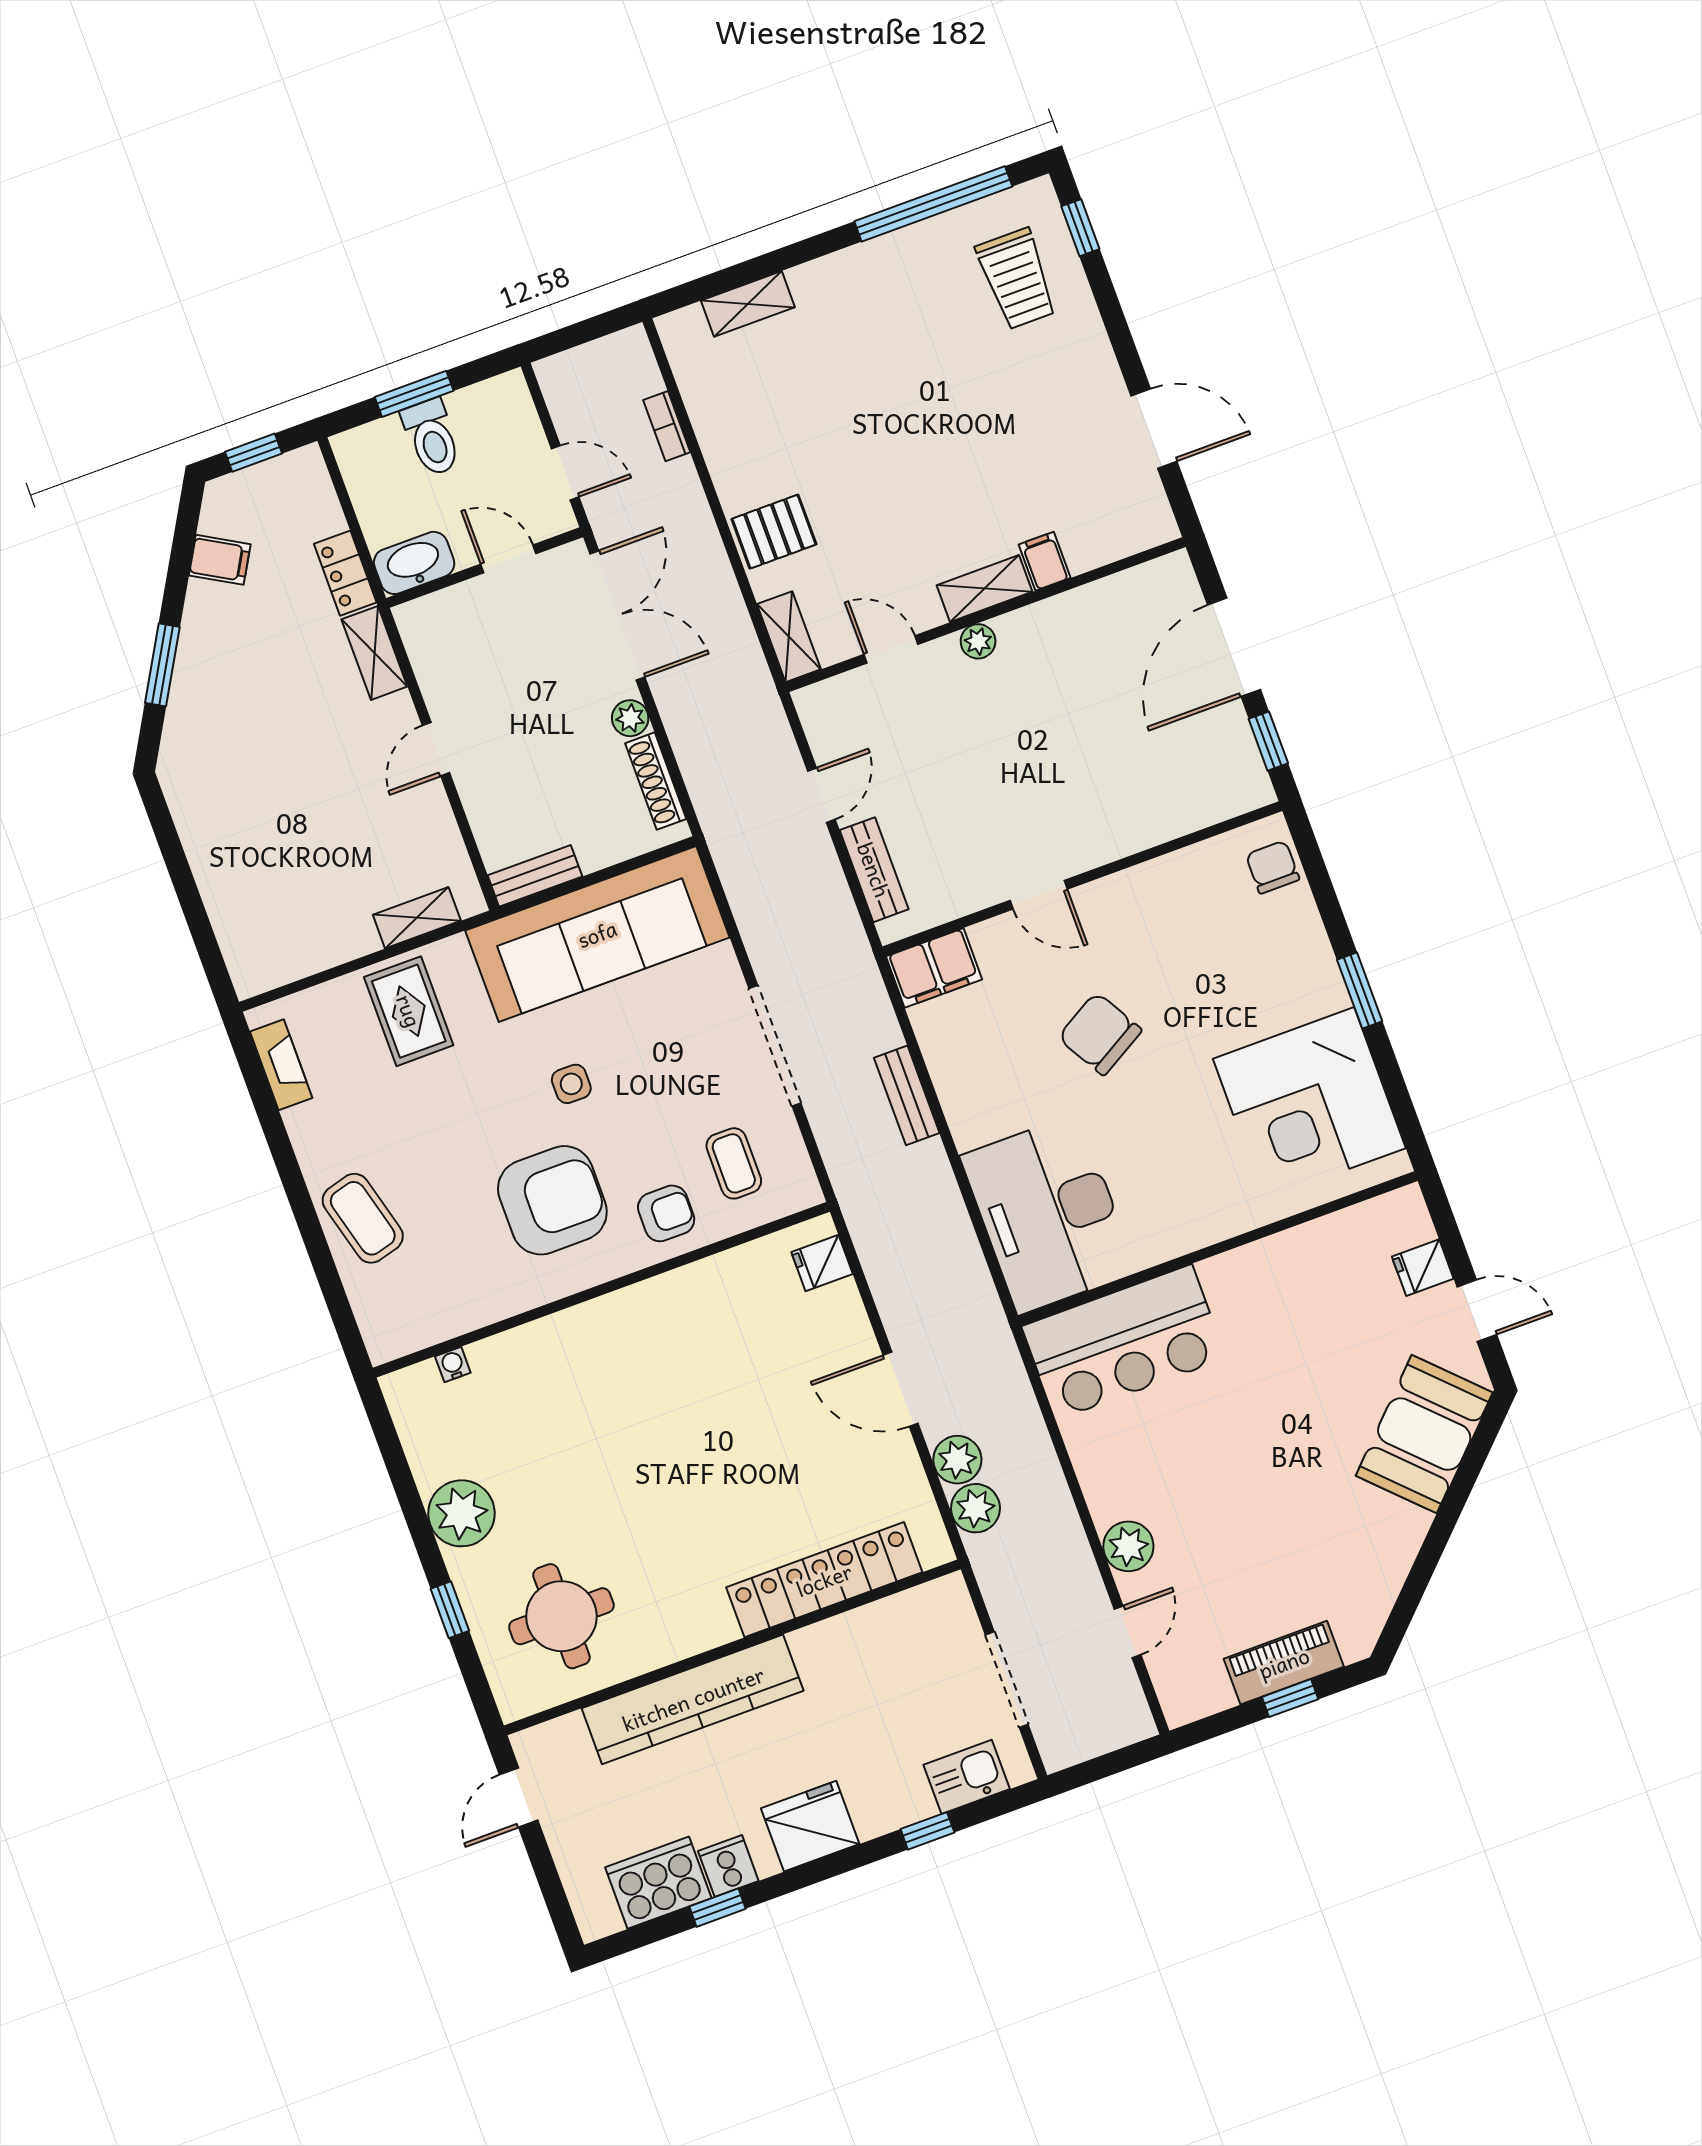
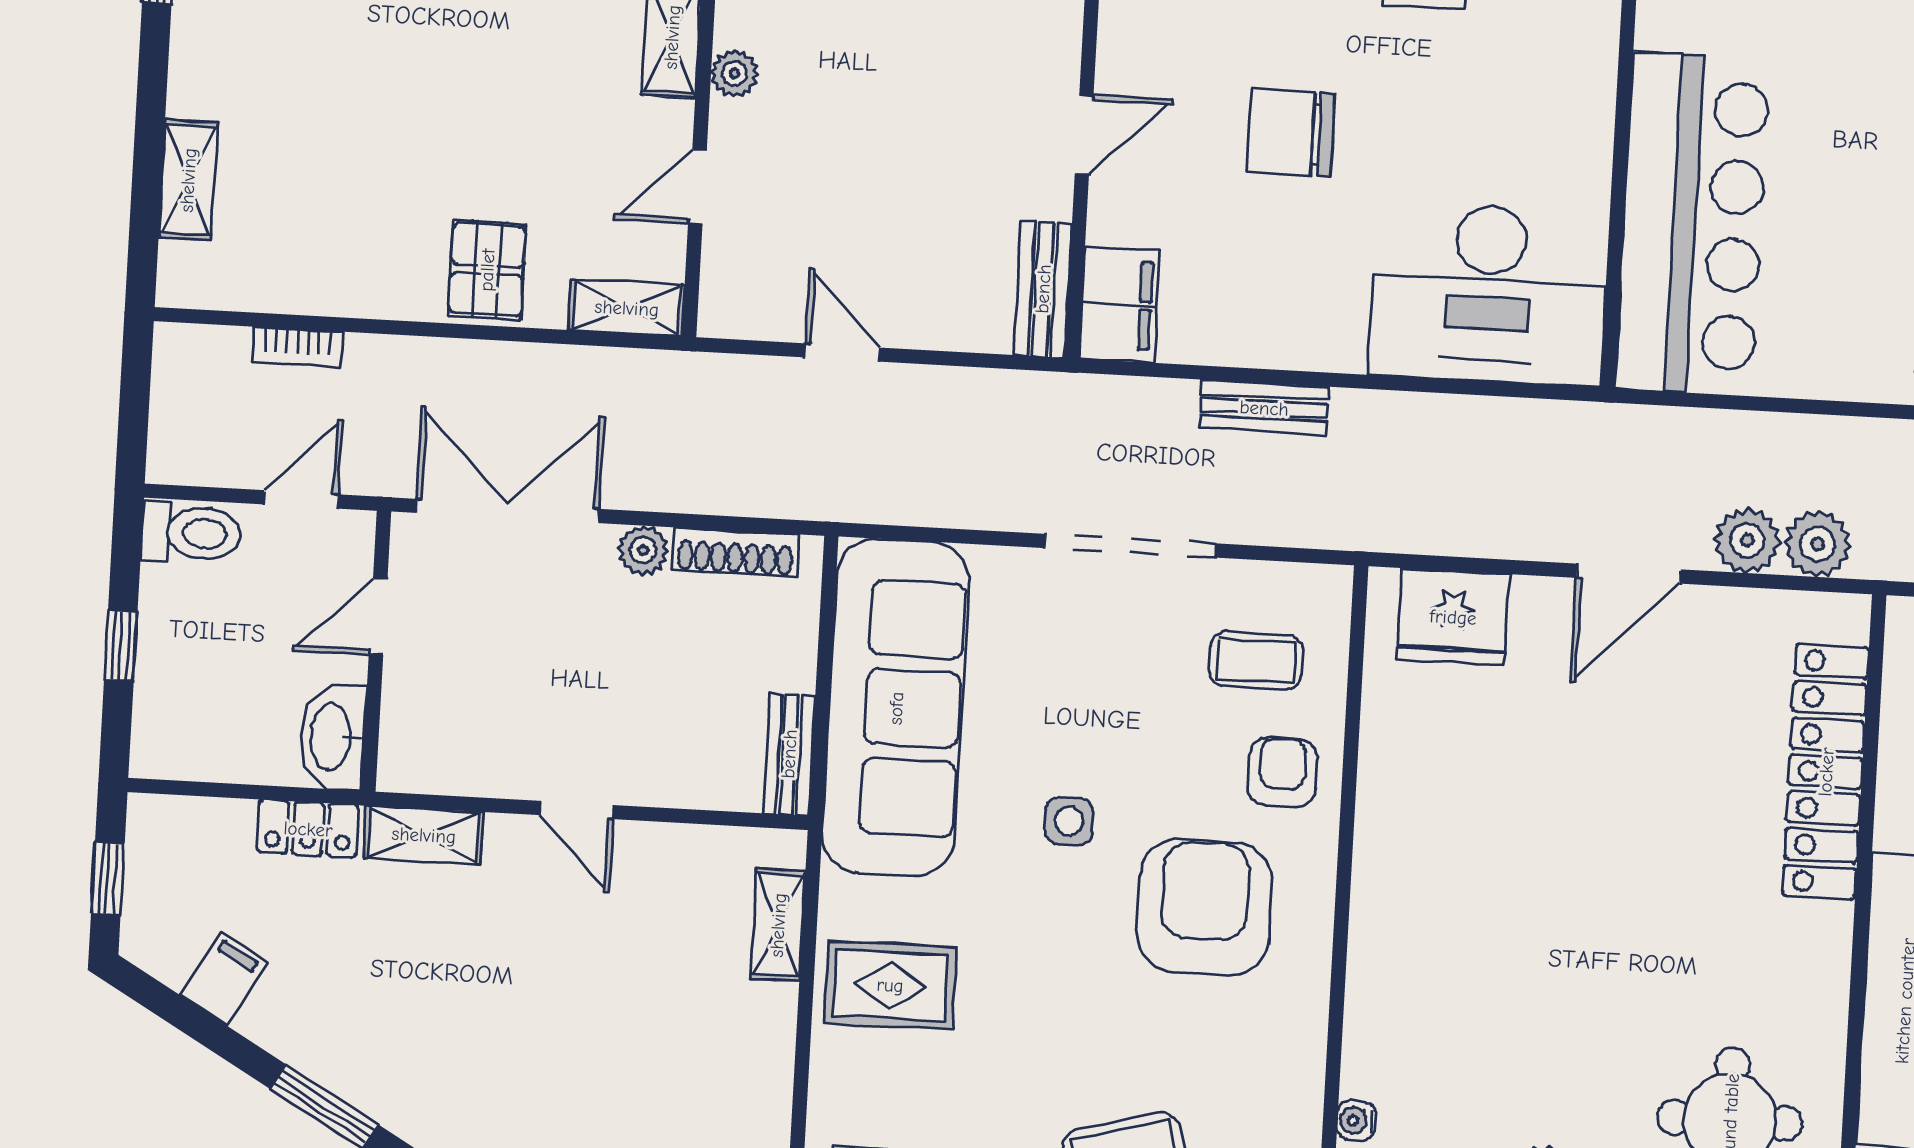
window: (414, 394) -> (121, 646), width x0.67
toilet: (432, 438) -> (191, 533), moved
bench: (874, 870) -> (1043, 289), moved, turned 90
chair: (1100, 1034) -> (1291, 133), turned 30
fridge: (822, 1263) -> (1453, 617), width x1.88, depth x1.34
bar counter: (1124, 1342) -> (1692, 224), width x1.36

